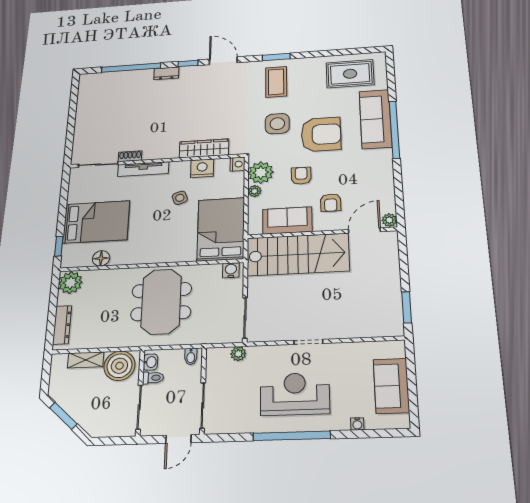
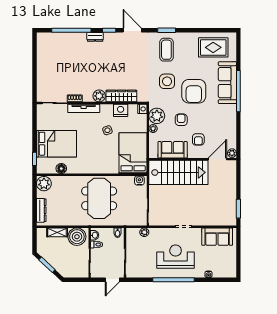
armchair: (321, 134) -> (194, 91), turned 90
plant: (169, 150) -> (99, 96), added
sofa: (391, 386) -> (217, 237), moved, turned -90

